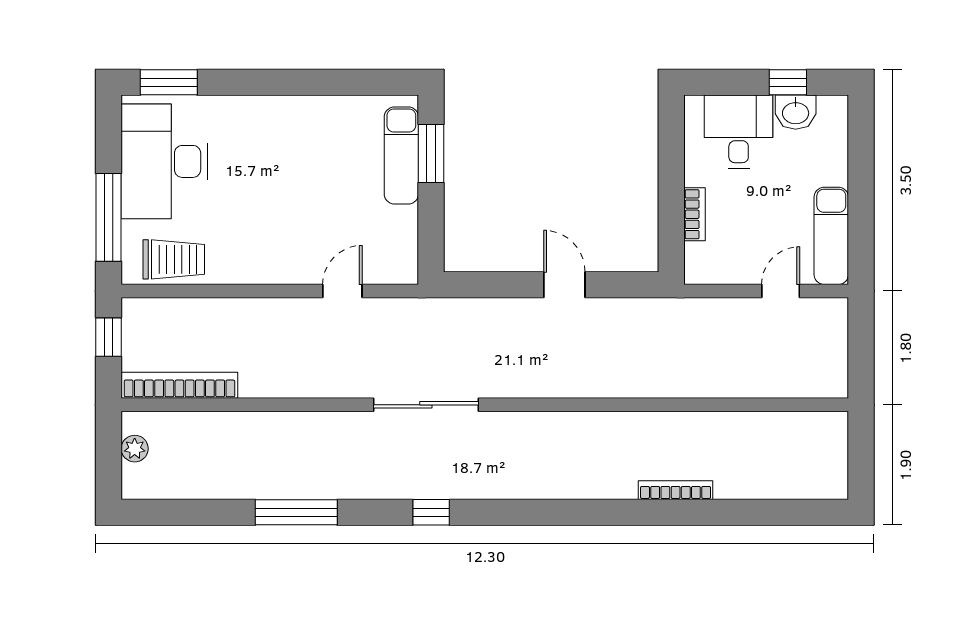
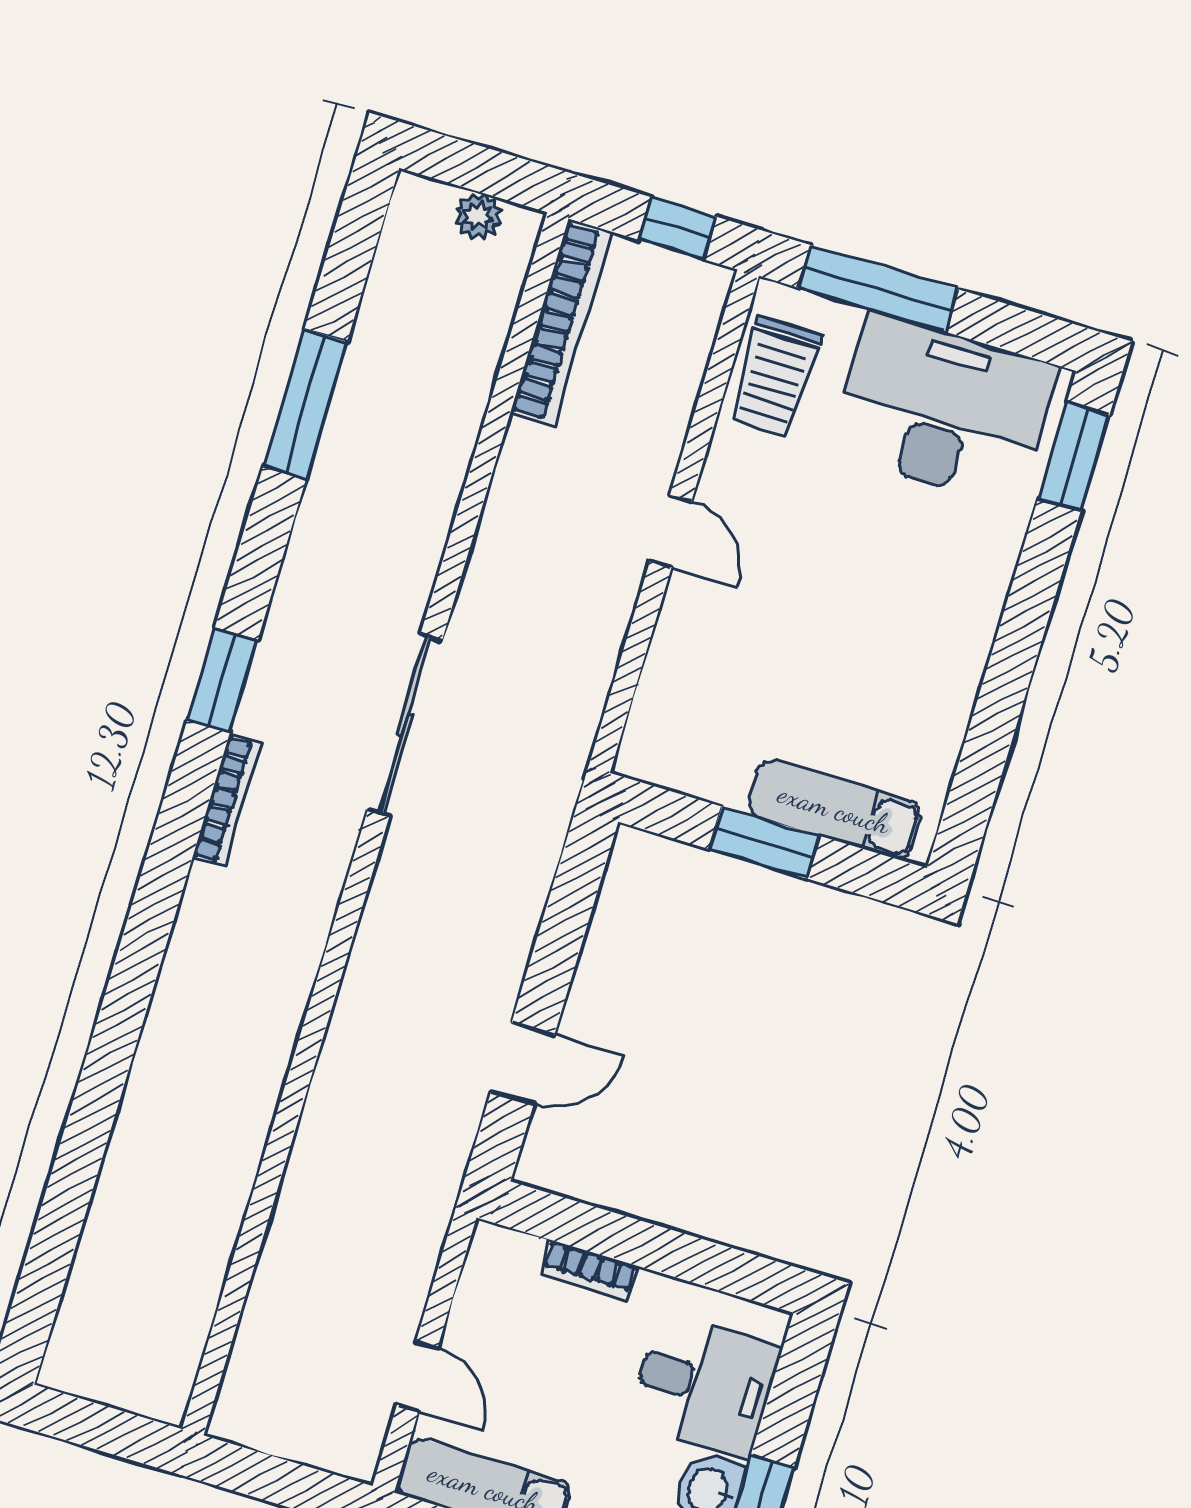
window: (431, 153) -> (764, 843), moved
door: (564, 285) -> (523, 1063), moved
door: (342, 291) -> (671, 531), moved
bookcase: (676, 490) -> (227, 800), moved
window: (296, 512) -> (305, 404), moved
window: (431, 512) -> (222, 680), width x1.50

